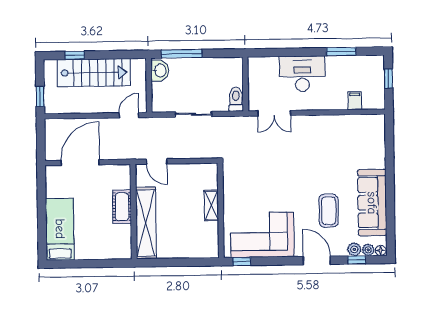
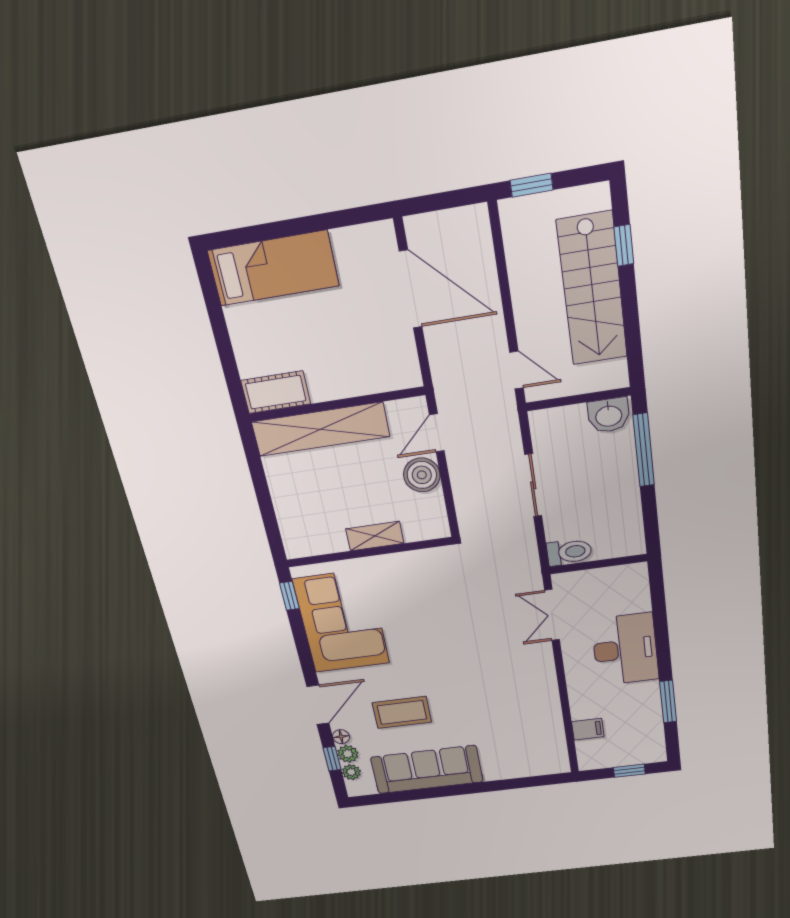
boiler: (179, 173) -> (422, 475), added
cot: (122, 207) -> (276, 392), moved
floor lamp: (381, 250) -> (341, 737), moved

